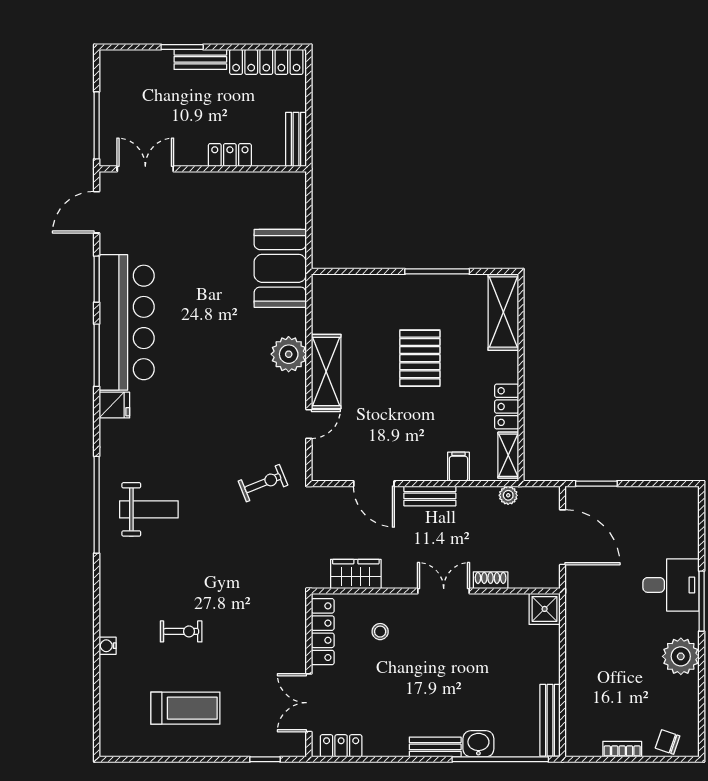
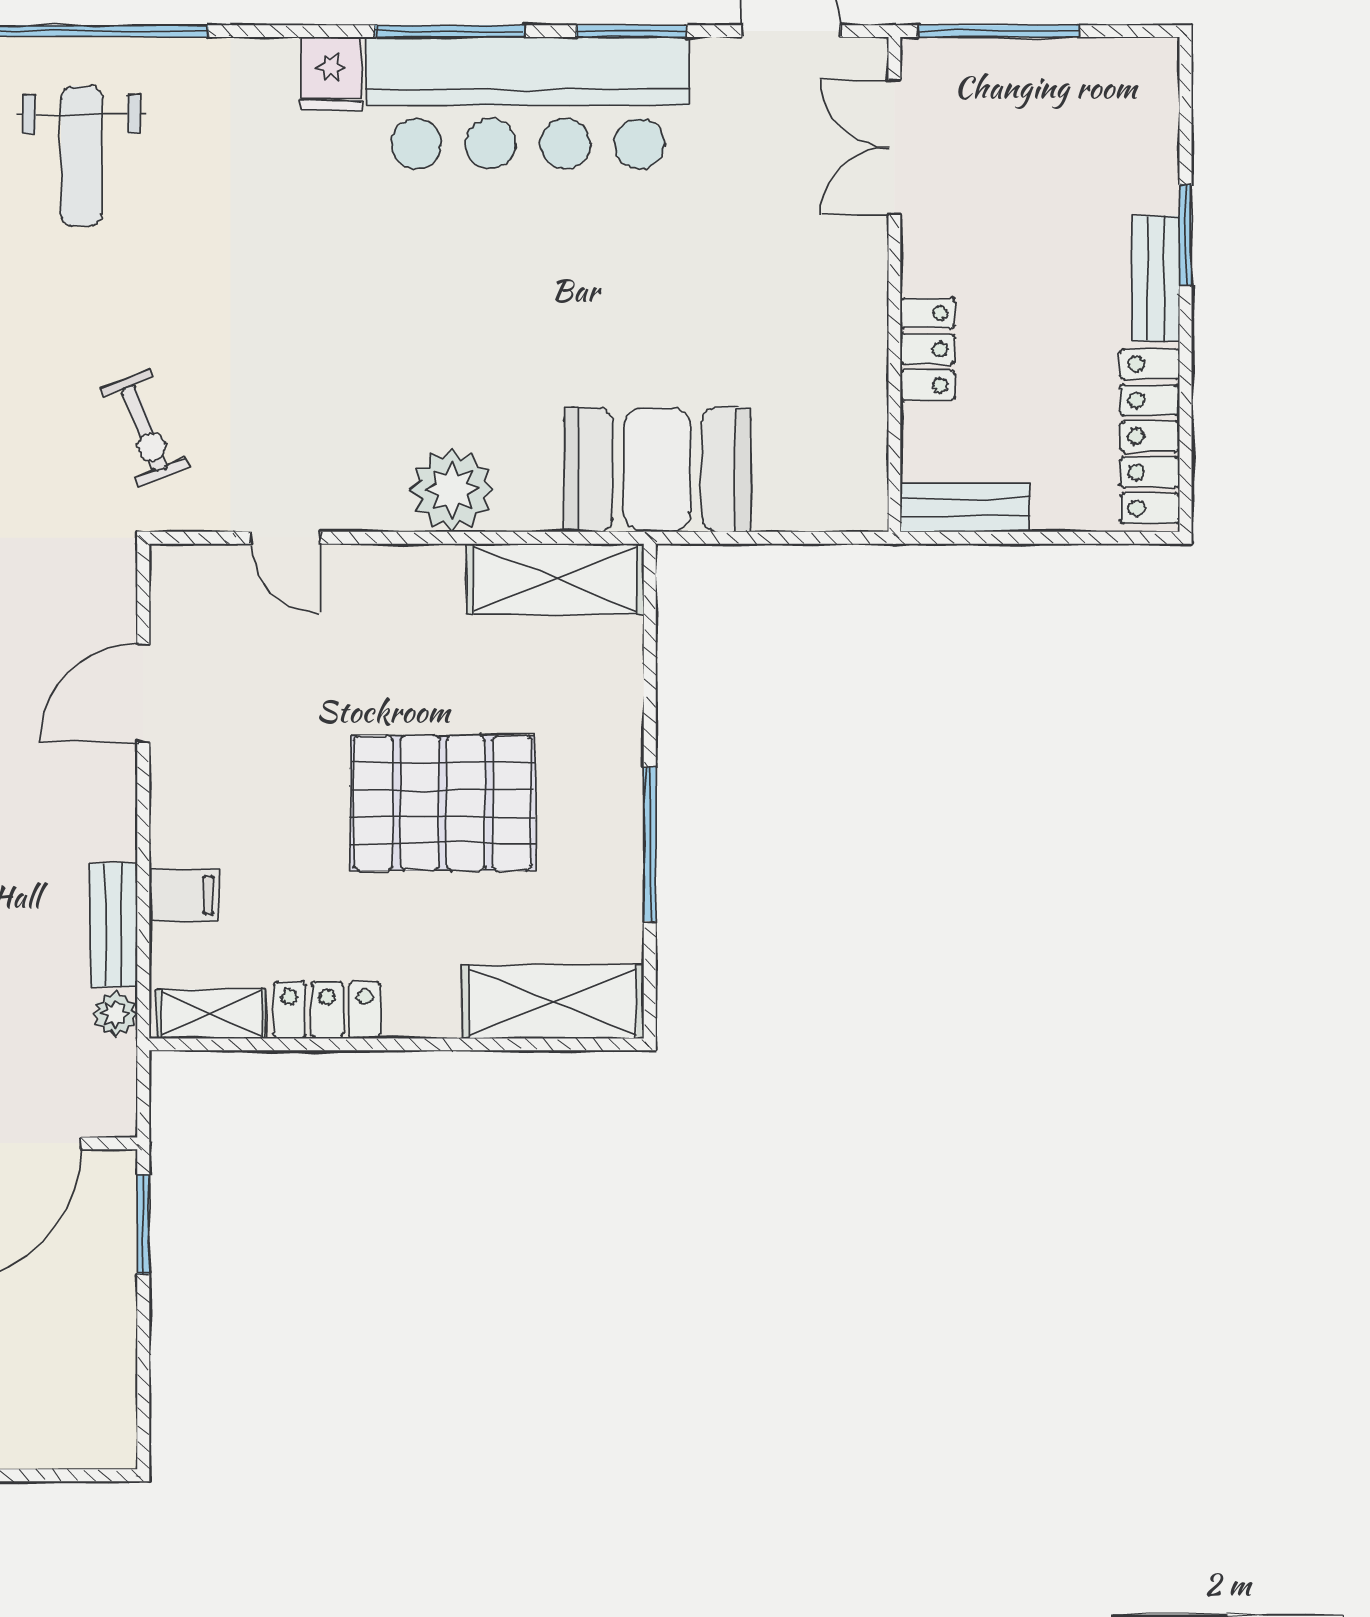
double door: (145, 169) -> (894, 147), swing flipped
pallet: (420, 358) -> (443, 803), width x1.37, depth x1.41
shelving: (326, 372) -> (555, 579), moved
bench: (430, 496) -> (114, 925), moved

